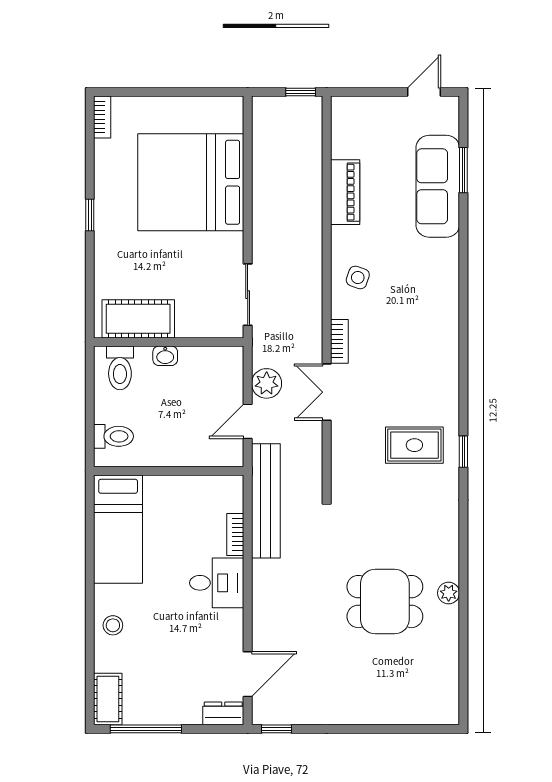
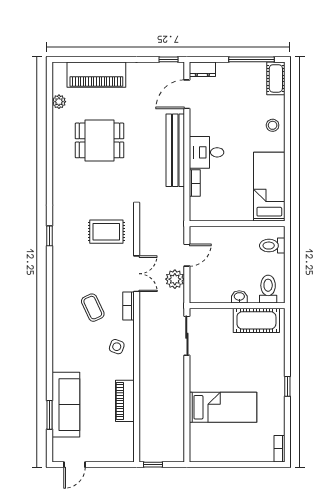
bed: (191, 182) -> (223, 407), width x0.49
coffee table: (395, 339) -> (93, 308), added
rug: (414, 445) -> (106, 232), moved
bench: (266, 501) -> (175, 150), moved
plant: (449, 593) -> (59, 102), moved
piano: (390, 705) -> (96, 75), added

